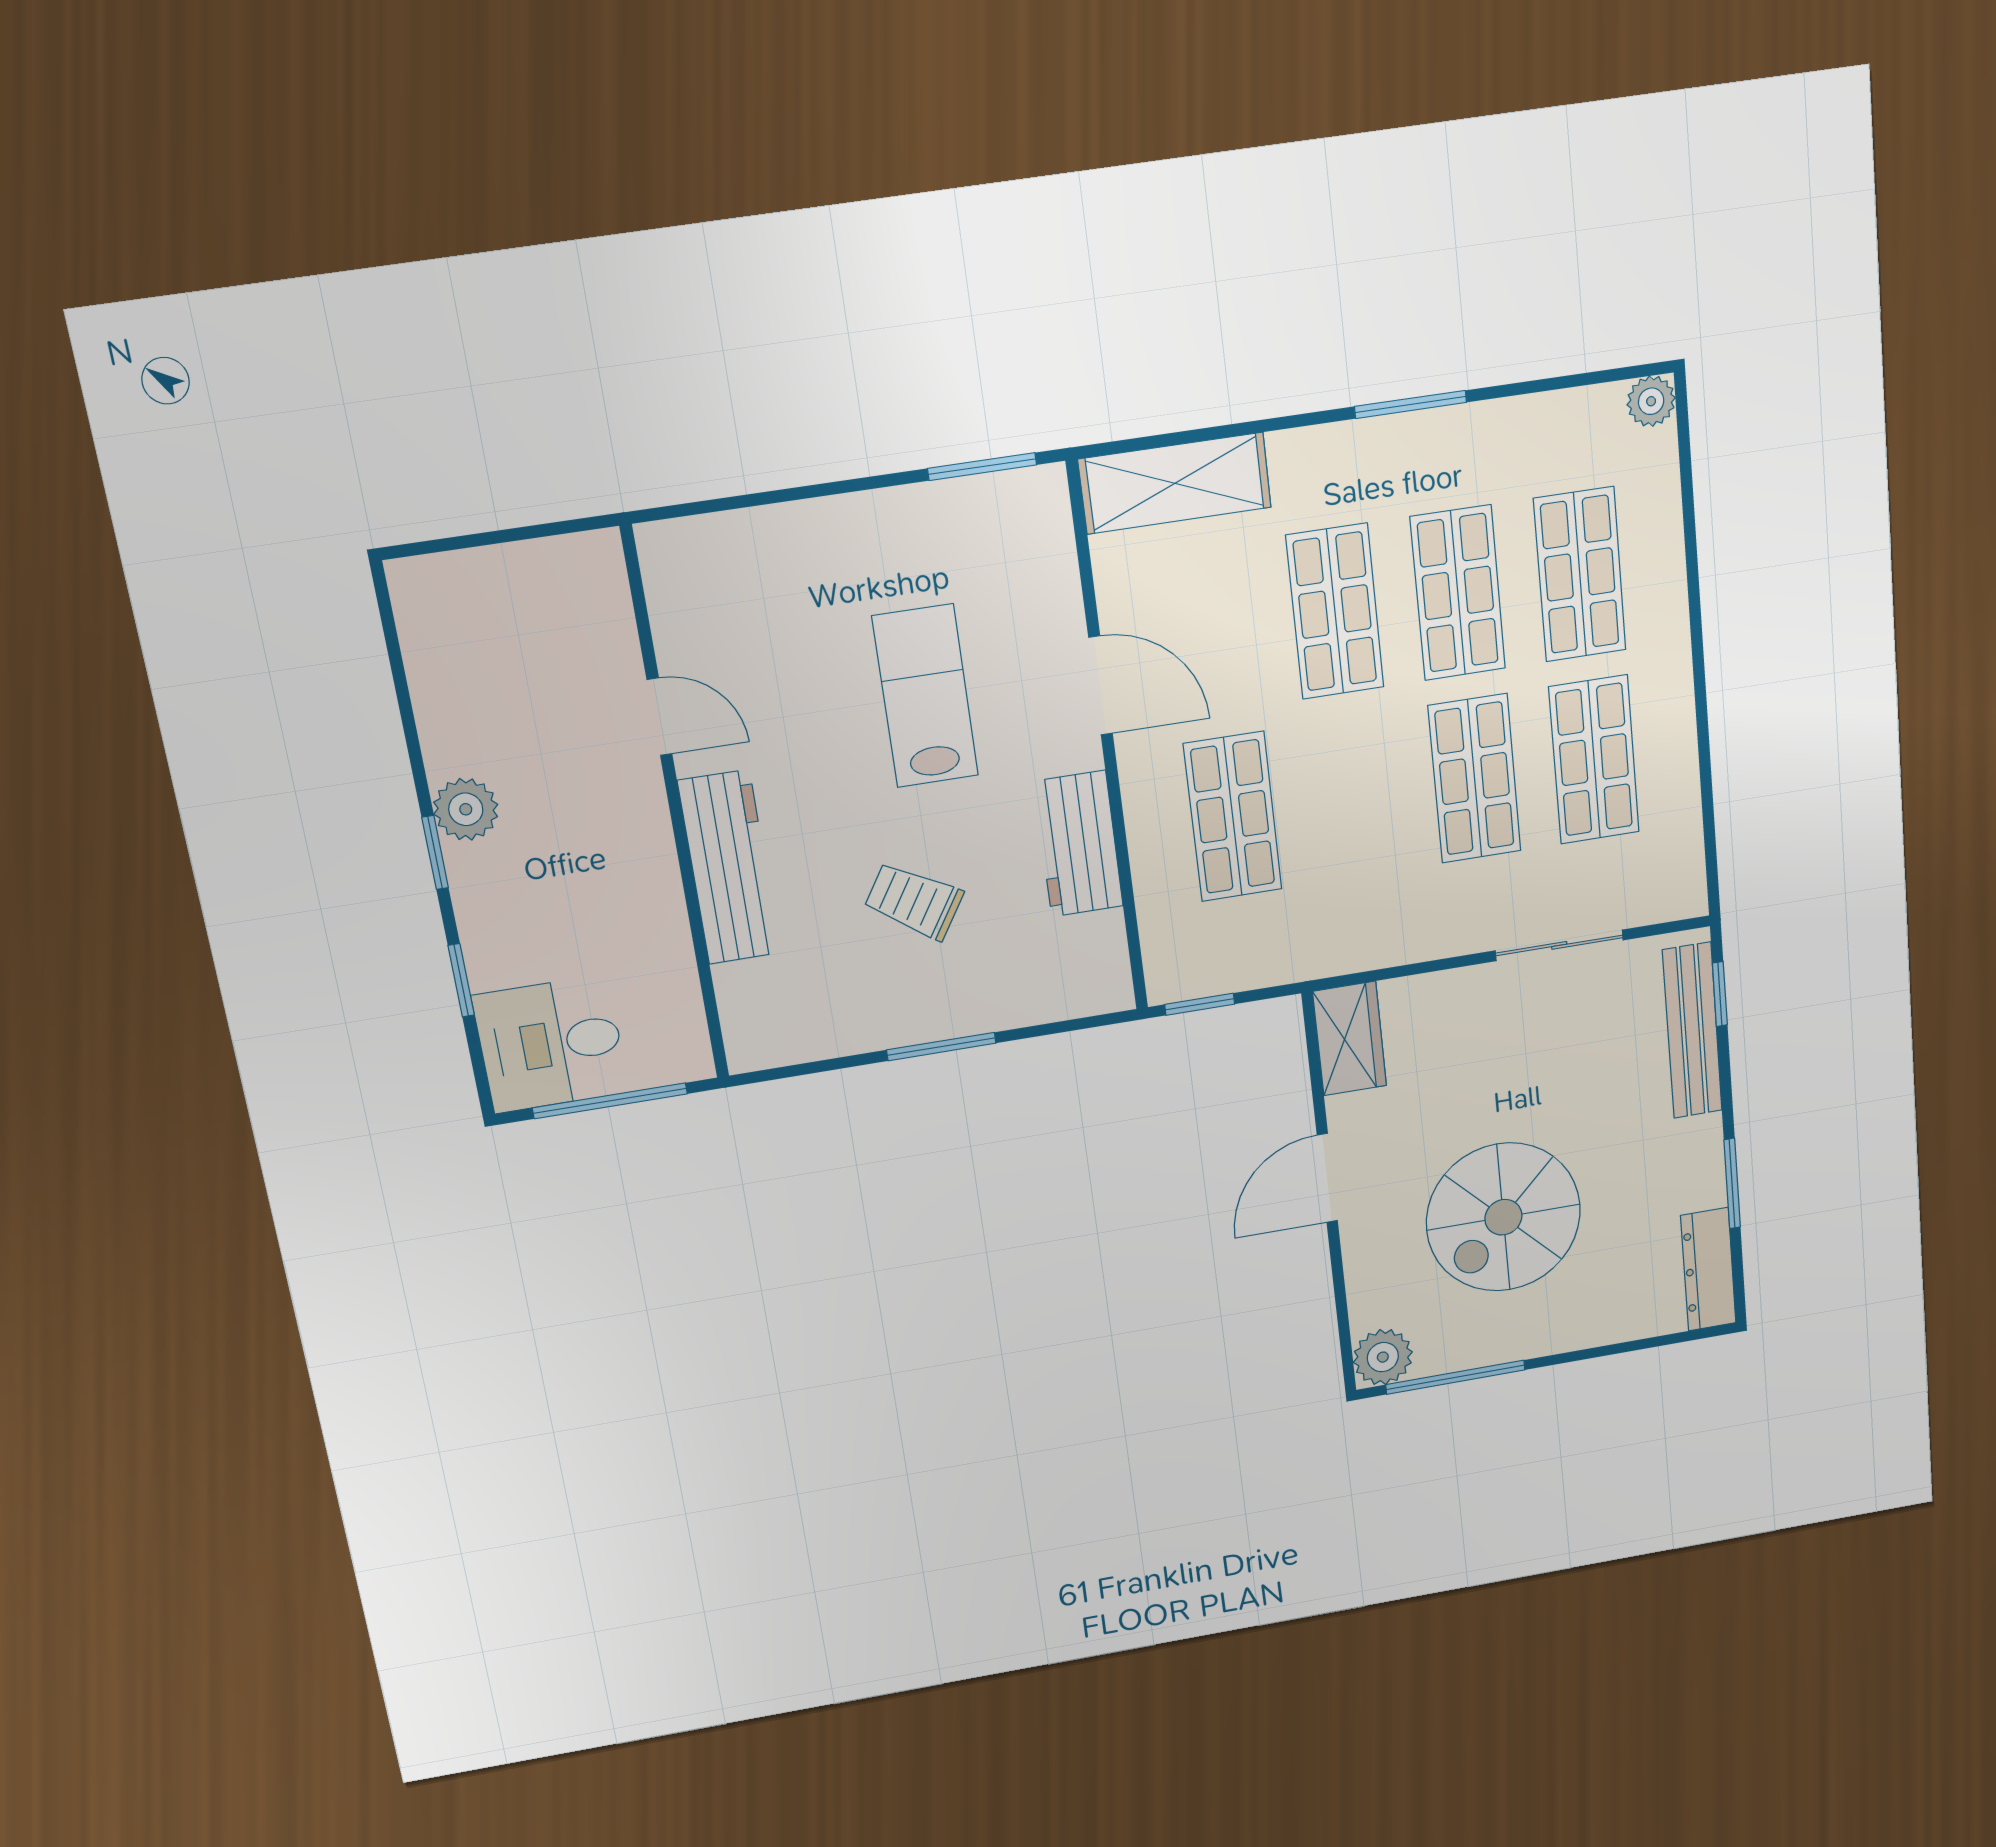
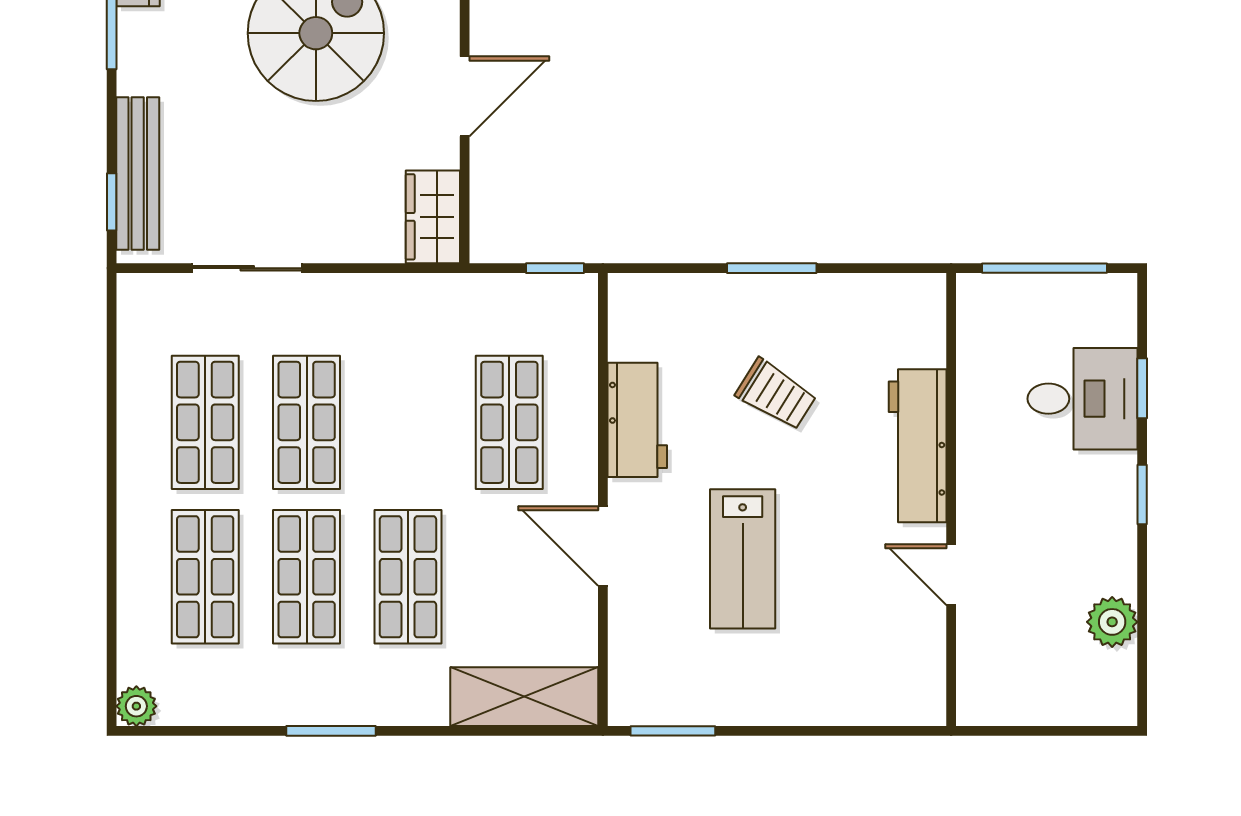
plant: (466, 809) -> (1112, 622), moved
desk: (551, 1044) -> (1082, 399), moved

